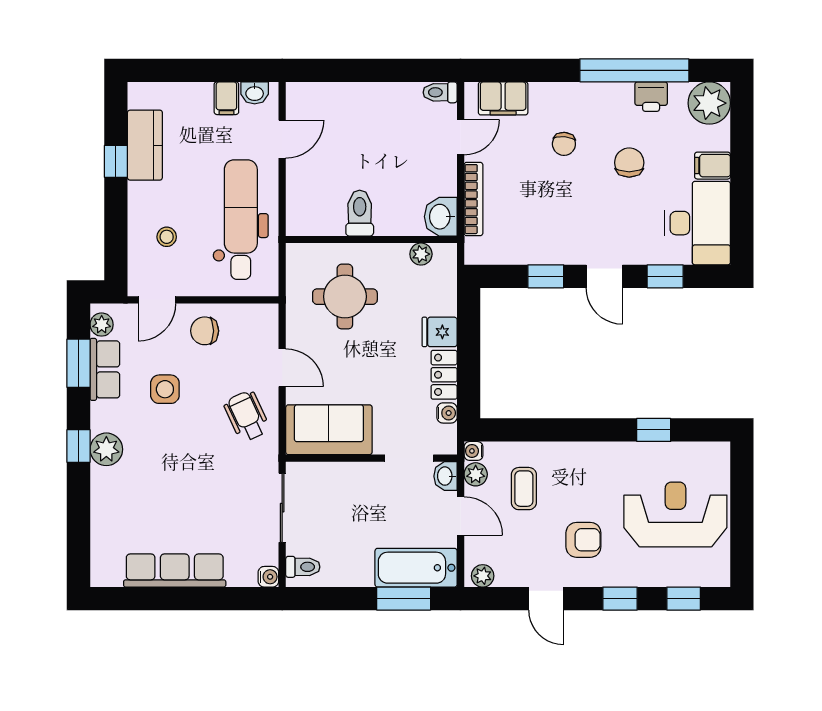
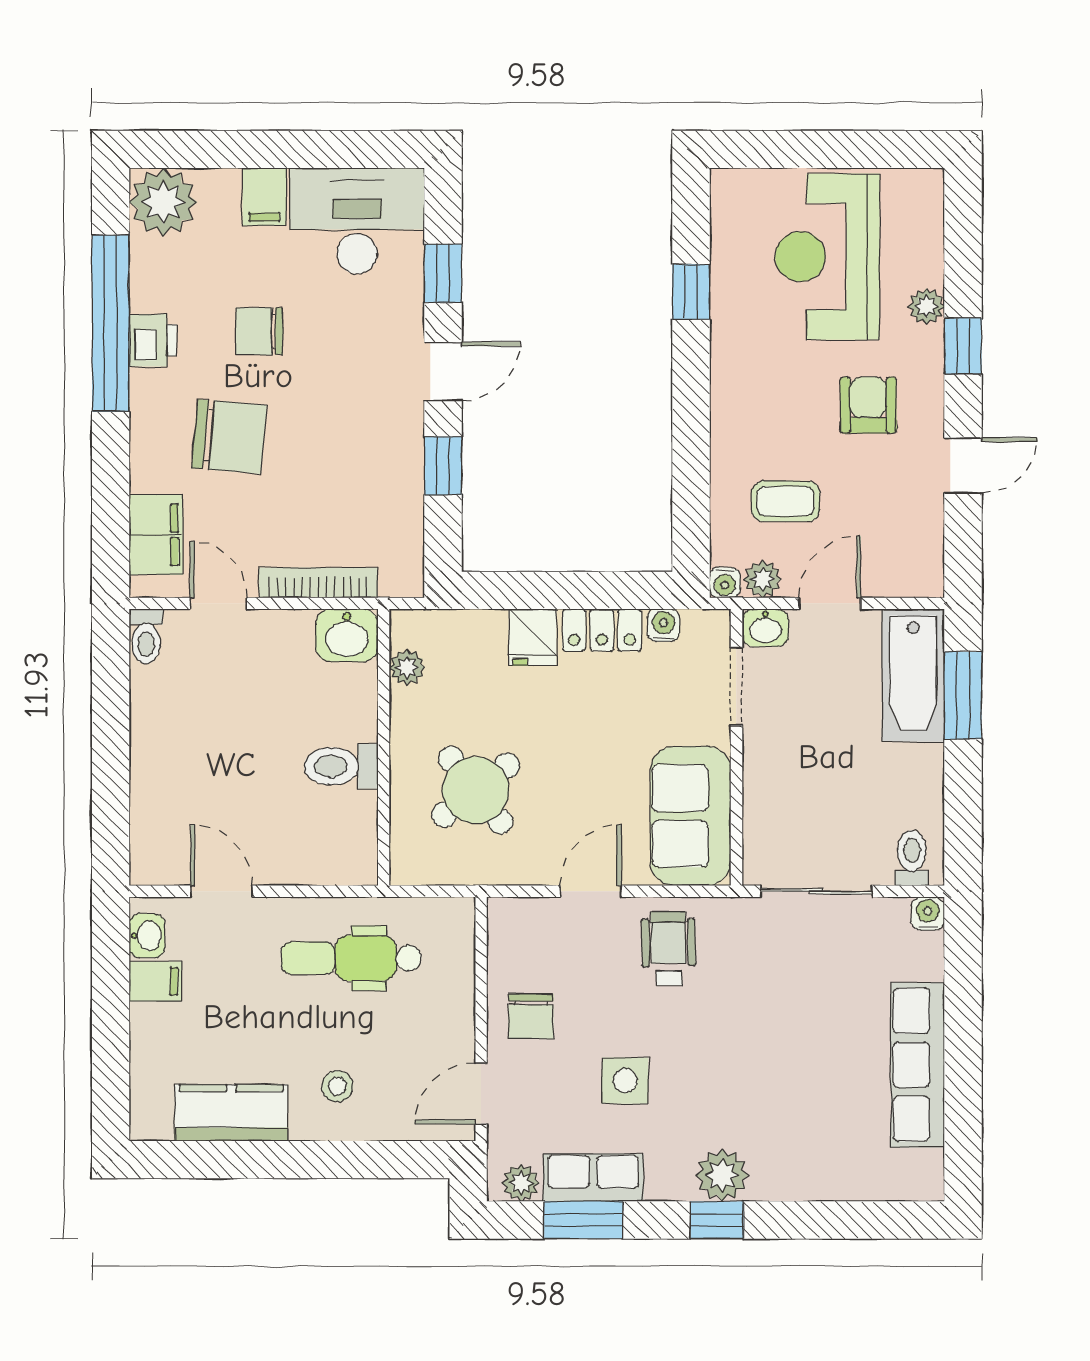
printer: (651, 97) -> (153, 340), moved
chair: (564, 144) -> (229, 437), width x1.87, depth x1.87
window: (116, 161) -> (257, 1160), removed
dental chair: (241, 220) -> (351, 958), width x0.73, depth x0.72
stool: (167, 237) -> (337, 1086), moved
round table: (345, 297) -> (476, 790), turned -38
door: (157, 300) -> (481, 1094), swing flipped
wheelchair: (247, 416) -> (669, 949), turned 114
plant: (483, 576) -> (926, 306), moved
window: (684, 599) -> (963, 243), removed

